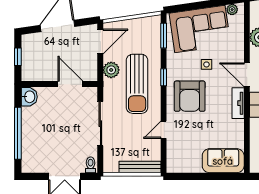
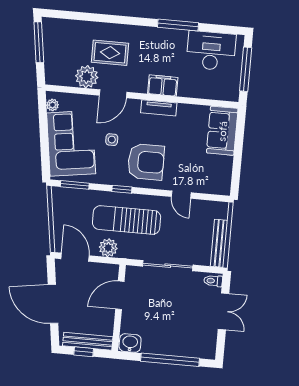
bench: (27, 59) -> (88, 341), added
door: (247, 75) -> (113, 94), moved
sun lounger: (137, 84) -> (127, 220), turned 180
bench: (140, 167) -> (219, 243), moved

